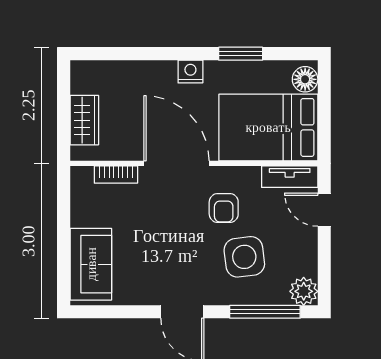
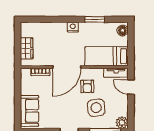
bed: (268, 127) -> (107, 56), width x0.67
door: (176, 163) -> (67, 67), swing flipped

